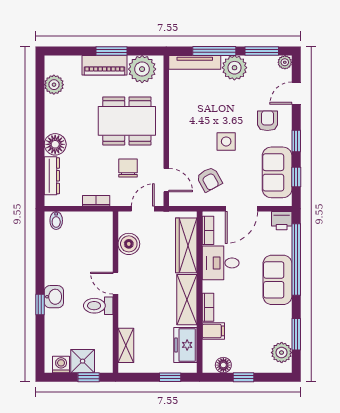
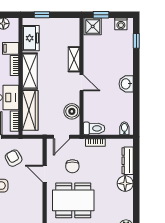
door: (166, 180) -> (45, 174), moved
washbasin: (54, 297) -> (126, 84), moved
window: (40, 305) -> (136, 41), moved
toilet: (98, 306) -> (94, 128), moved
shelving: (126, 345) -> (74, 59), moved
shower: (83, 361) -> (93, 26), moved

